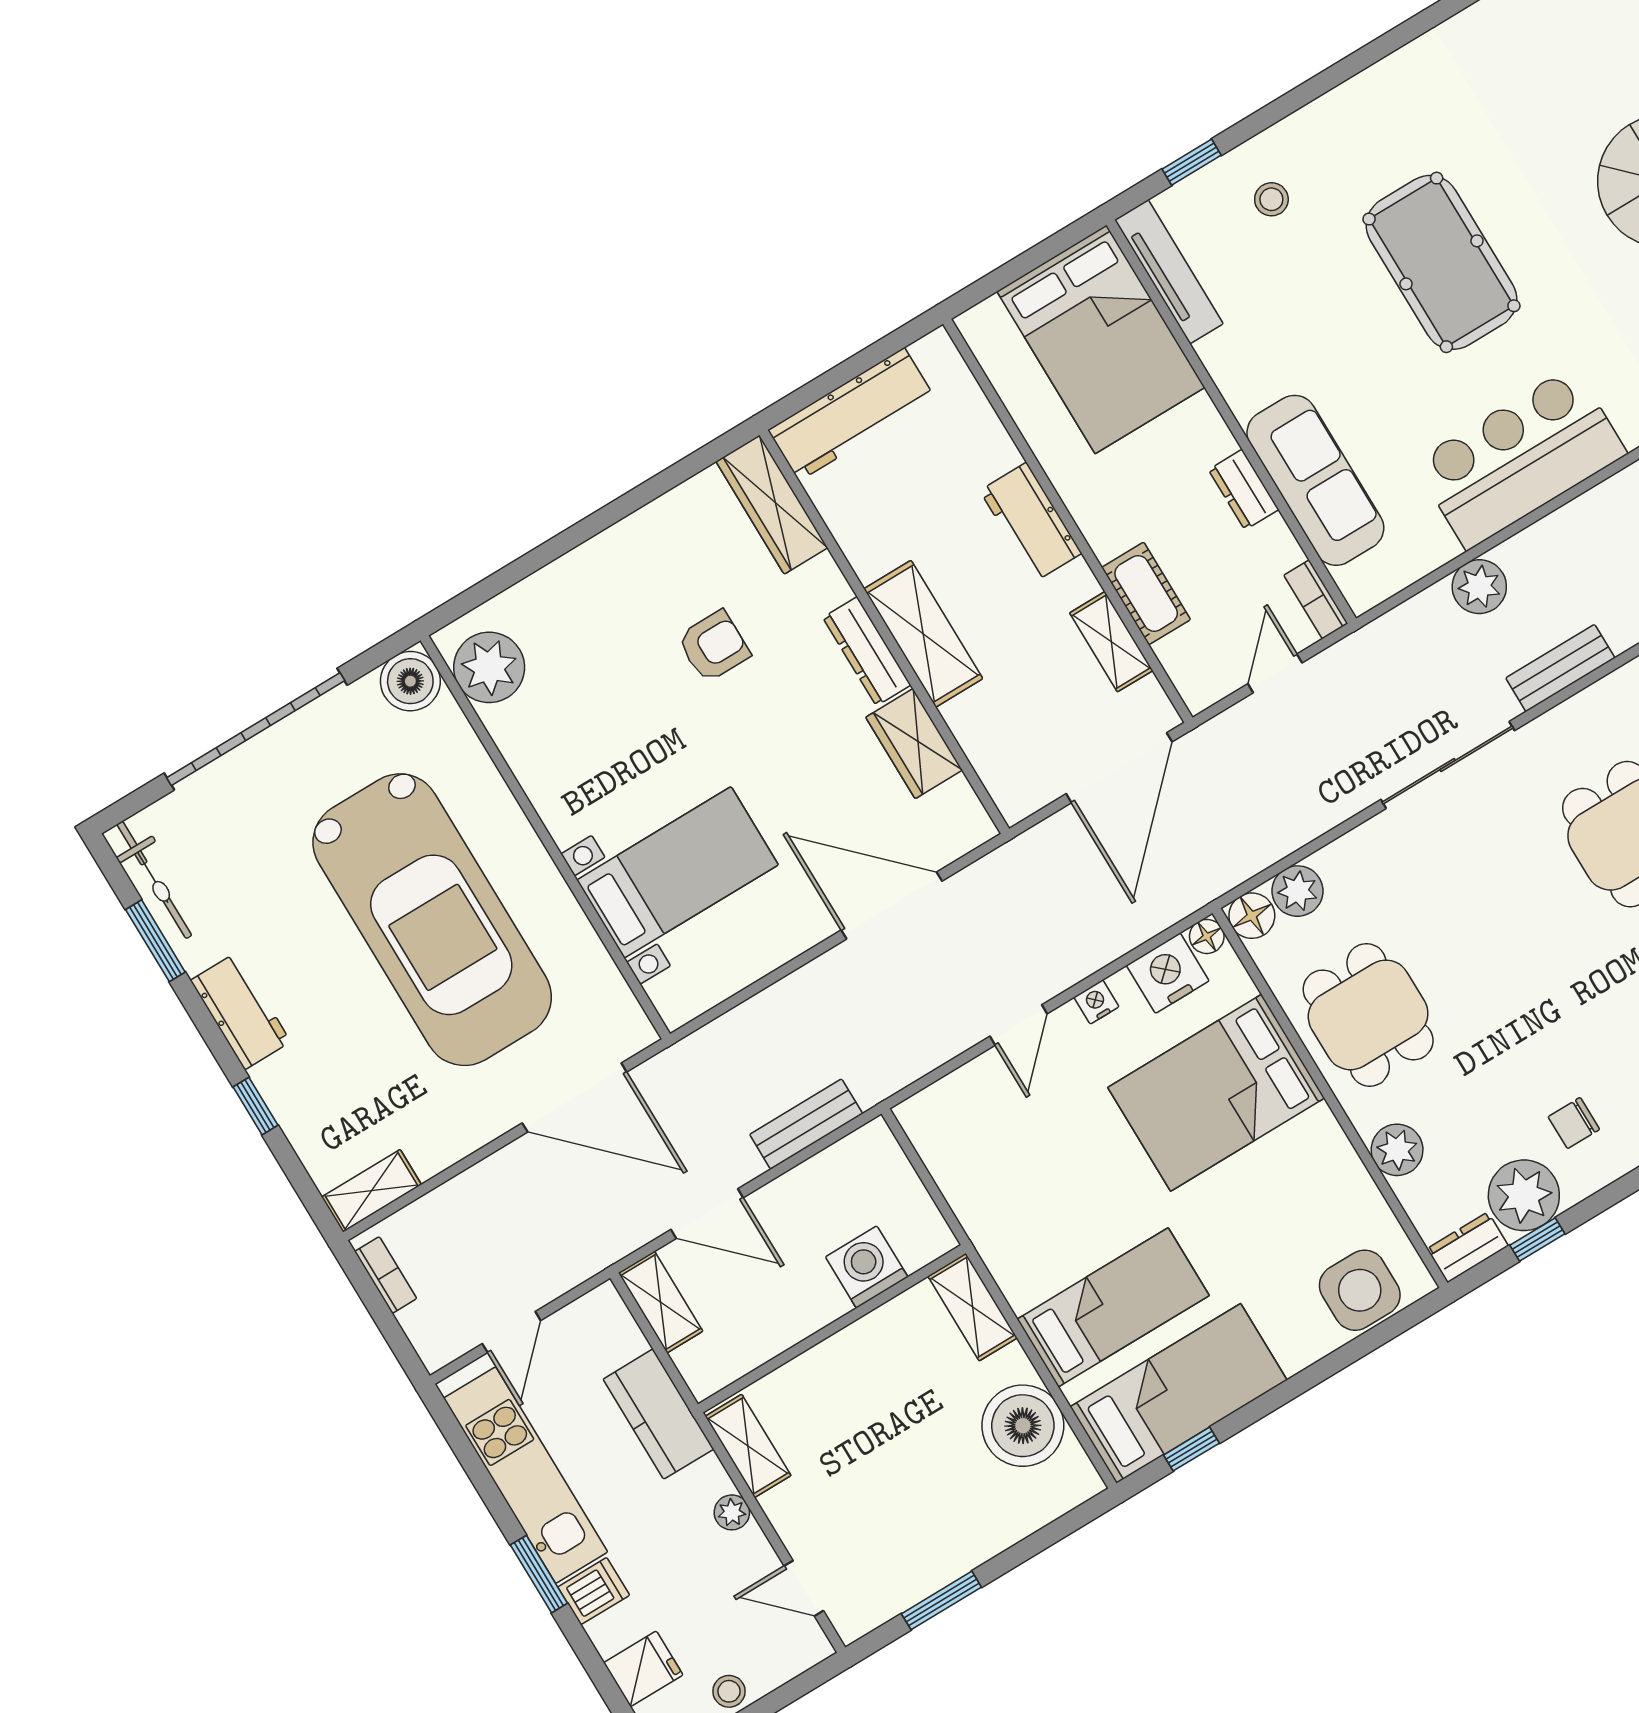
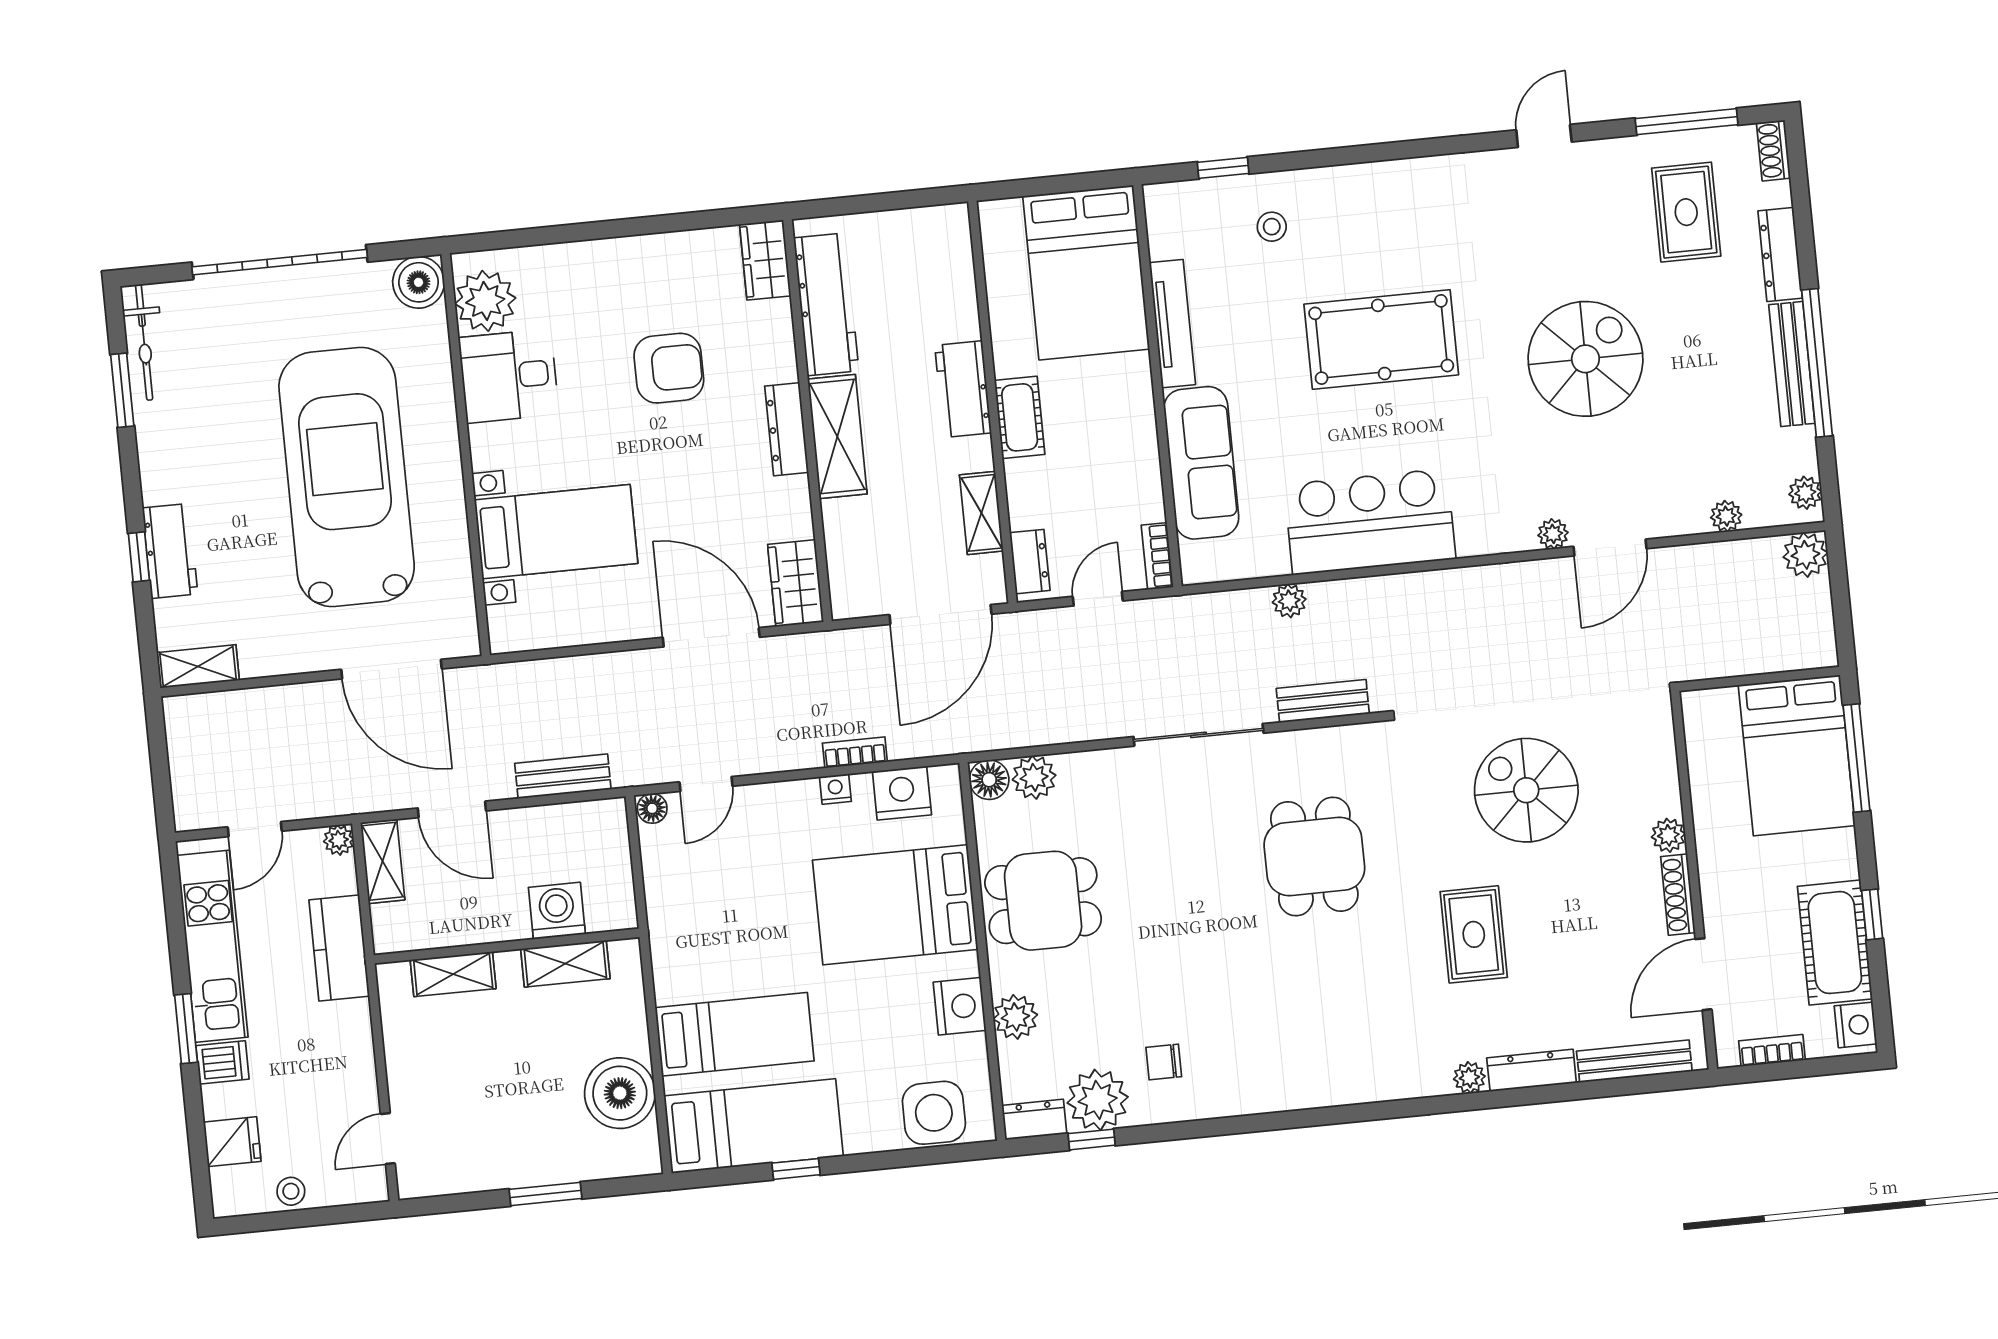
pool table: (1441, 262) -> (1381, 339), turned 90
tv unit: (1169, 272) -> (1172, 324), moved
workbench: (852, 414) -> (826, 304), moved, turned -90
dresser: (1244, 490) -> (1030, 562), moved, turned 180
wardrobe: (772, 505) -> (765, 260), width x0.67
plant: (1479, 587) -> (1289, 601), width x0.73, depth x0.73
cot: (1146, 593) -> (1020, 417), moved
armchair: (714, 646) -> (669, 368), width x1.38, depth x1.38
desk: (551, 734) -> (509, 376), added
wardrobe: (914, 744) -> (796, 583), moved
car: (432, 920) -> (347, 477), turned 180
floor lamp: (1207, 936) -> (652, 808), moved
workbench: (241, 1011) -> (170, 551), moved
dining table: (1368, 1015) -> (1043, 901), turned 90
door: (1018, 1025) -> (706, 784), moved
nightstand: (1334, 1166) -> (960, 1006), added
bookcase: (386, 1275) -> (855, 752), moved, turned -90
shelving: (973, 1307) -> (565, 964), moved, turned 90
shelving: (748, 1446) -> (453, 974), moved, turned 90
window: (1191, 1449) -> (796, 1169), moved
plant: (732, 1512) -> (339, 840), moved
door: (804, 1588) -> (388, 1139), hinge flipped
window: (941, 1600) -> (545, 1194), moved

